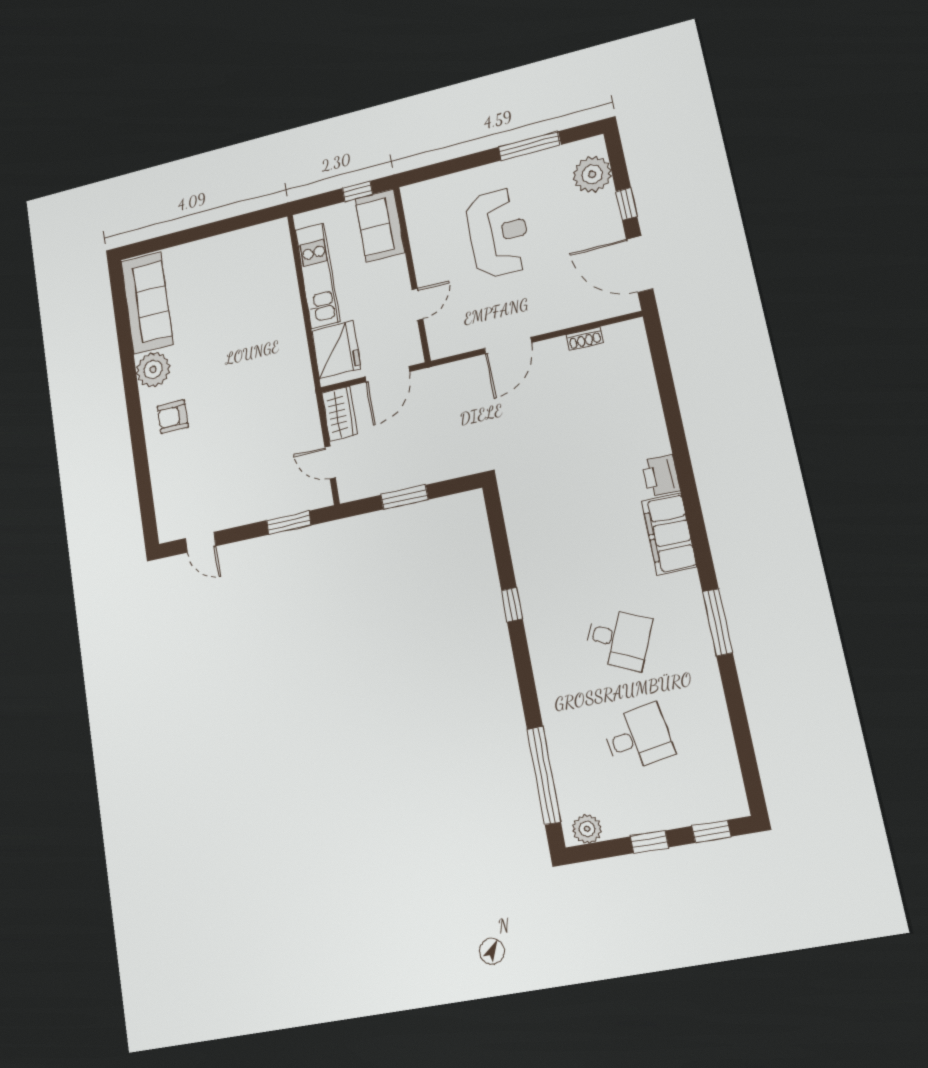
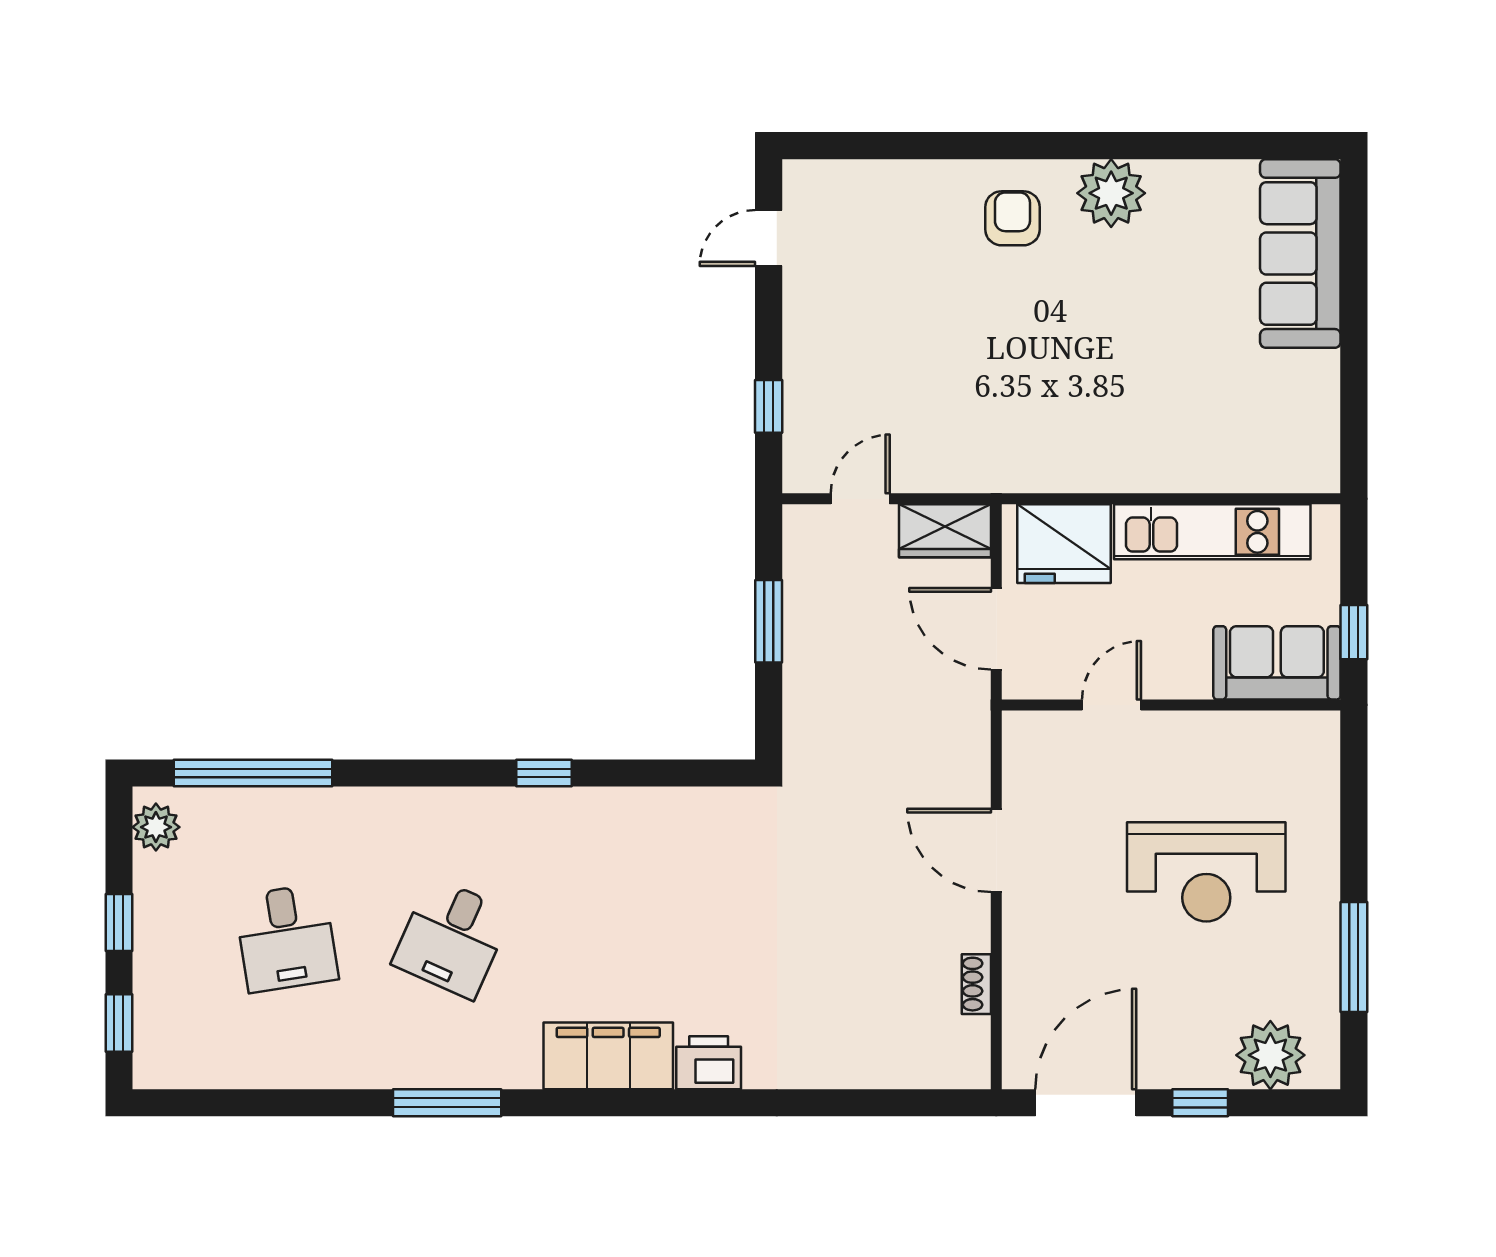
sofa: (147, 303) -> (1300, 253), moved, turned 90
door: (417, 304) -> (1111, 705), swing flipped
window: (289, 523) -> (769, 406), width x0.67

